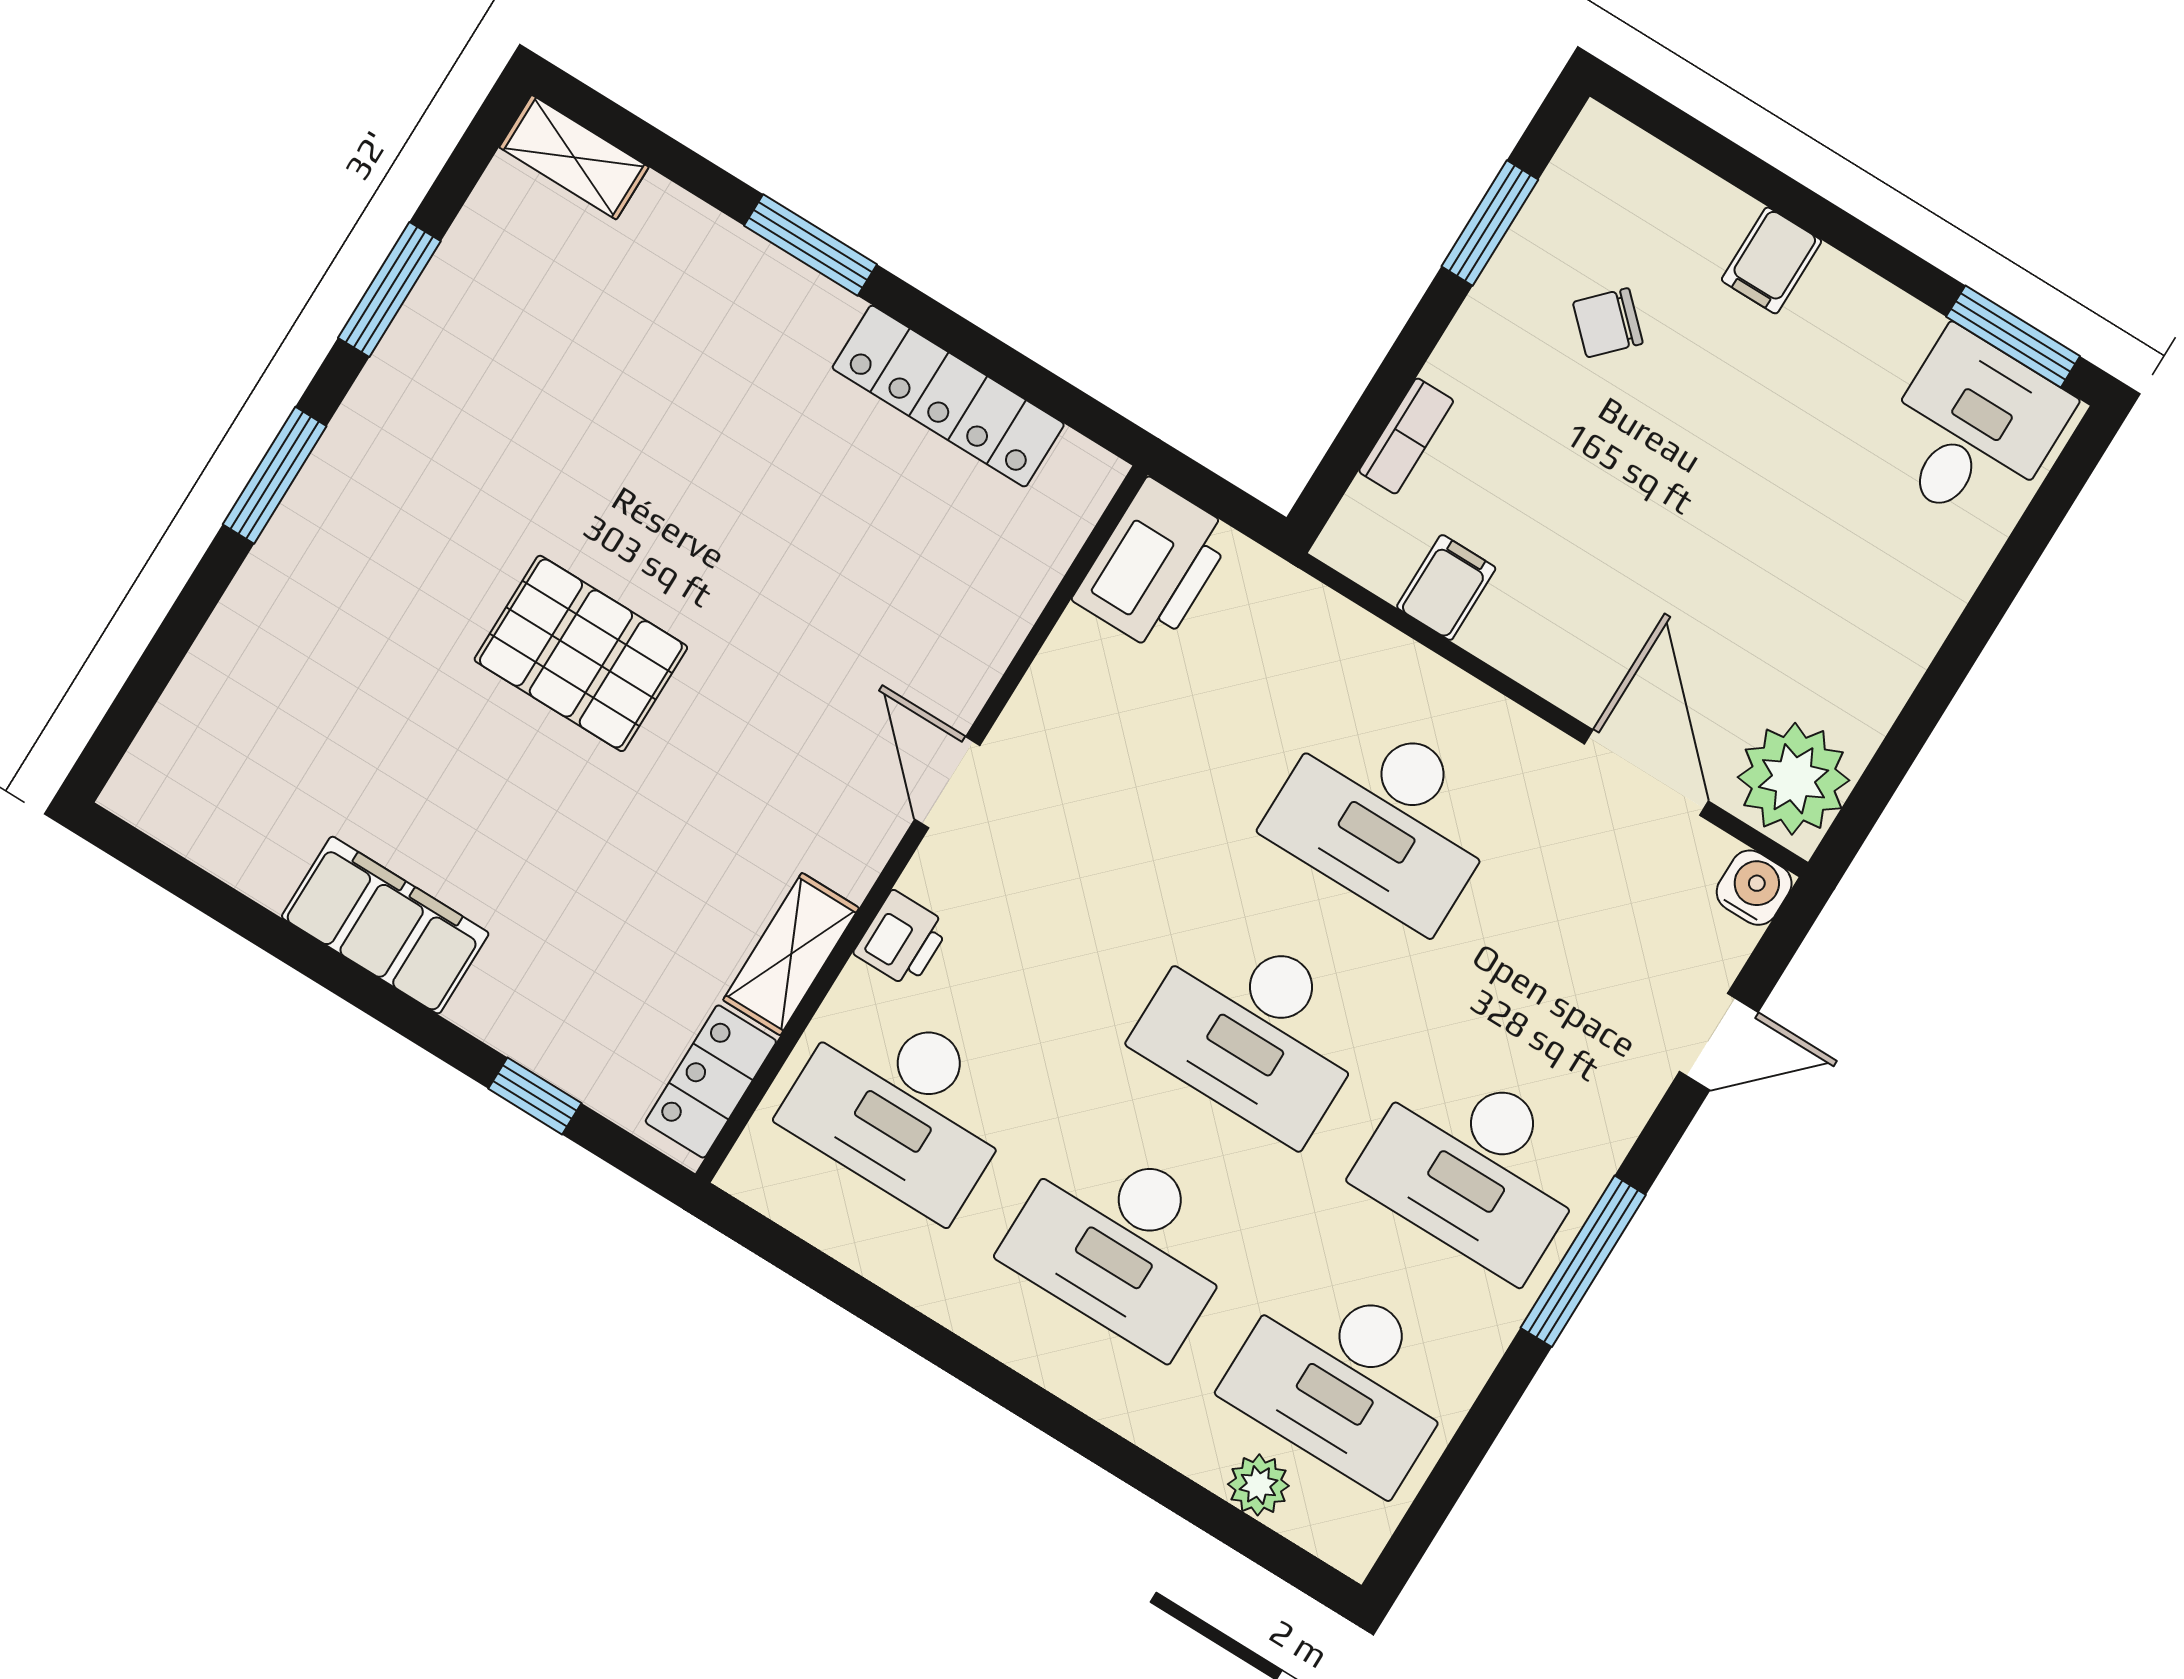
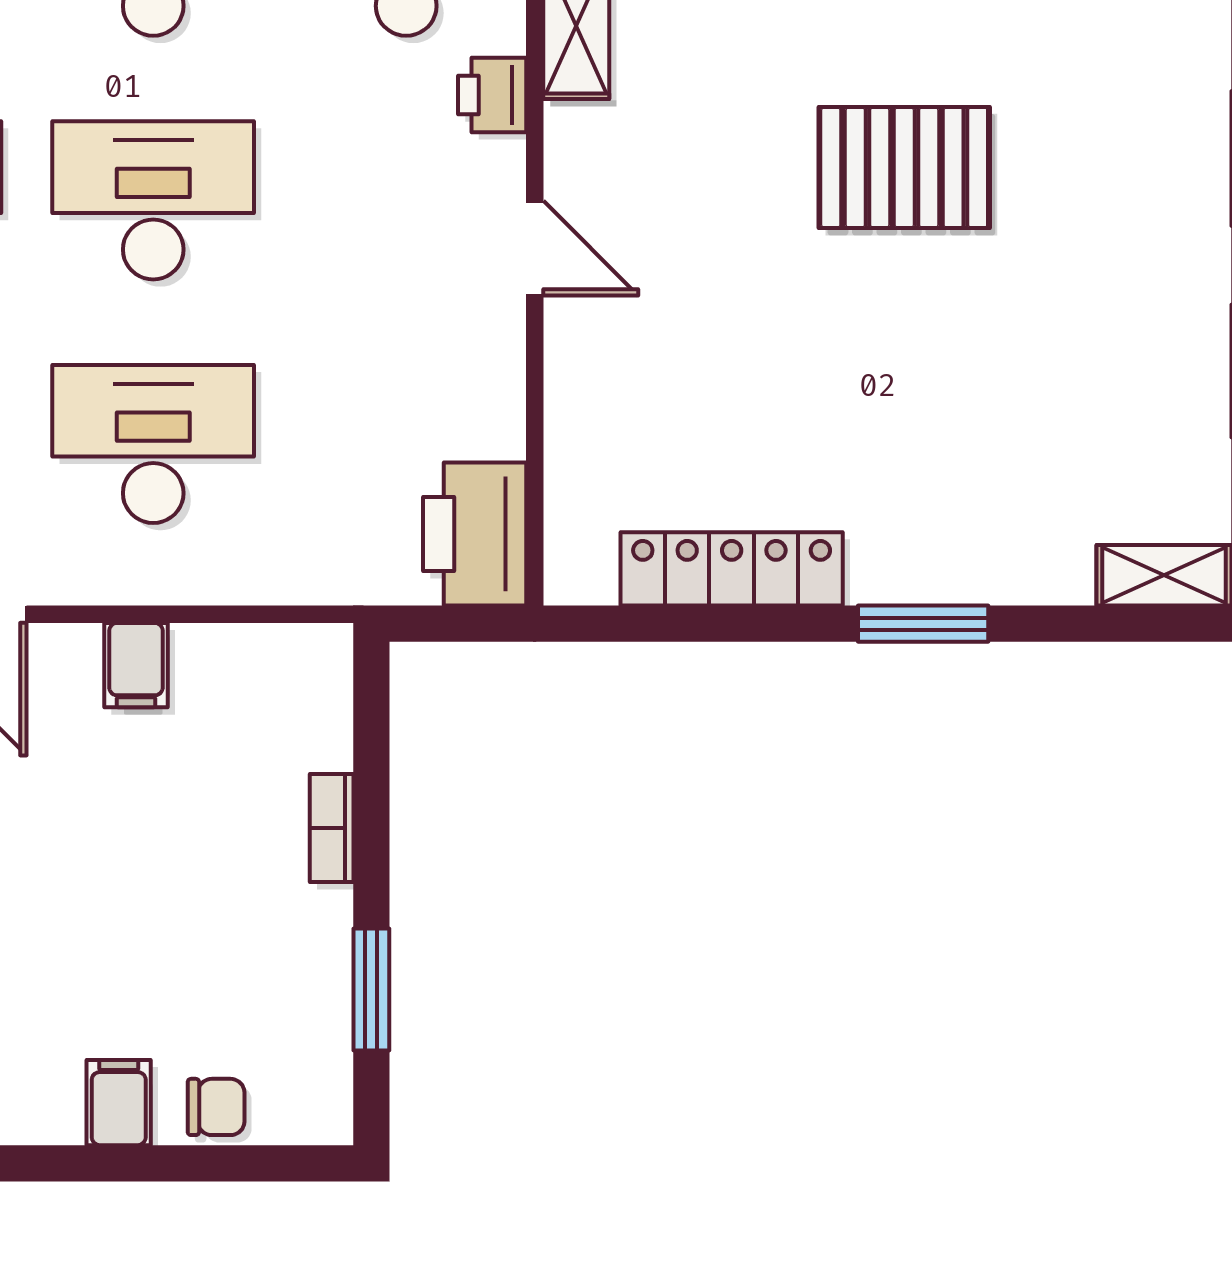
chair: (1608, 323) -> (216, 1107), moved, turned 46
bookcase: (1406, 436) -> (332, 828), moved
filing cabinet: (1446, 587) -> (136, 665), moved

